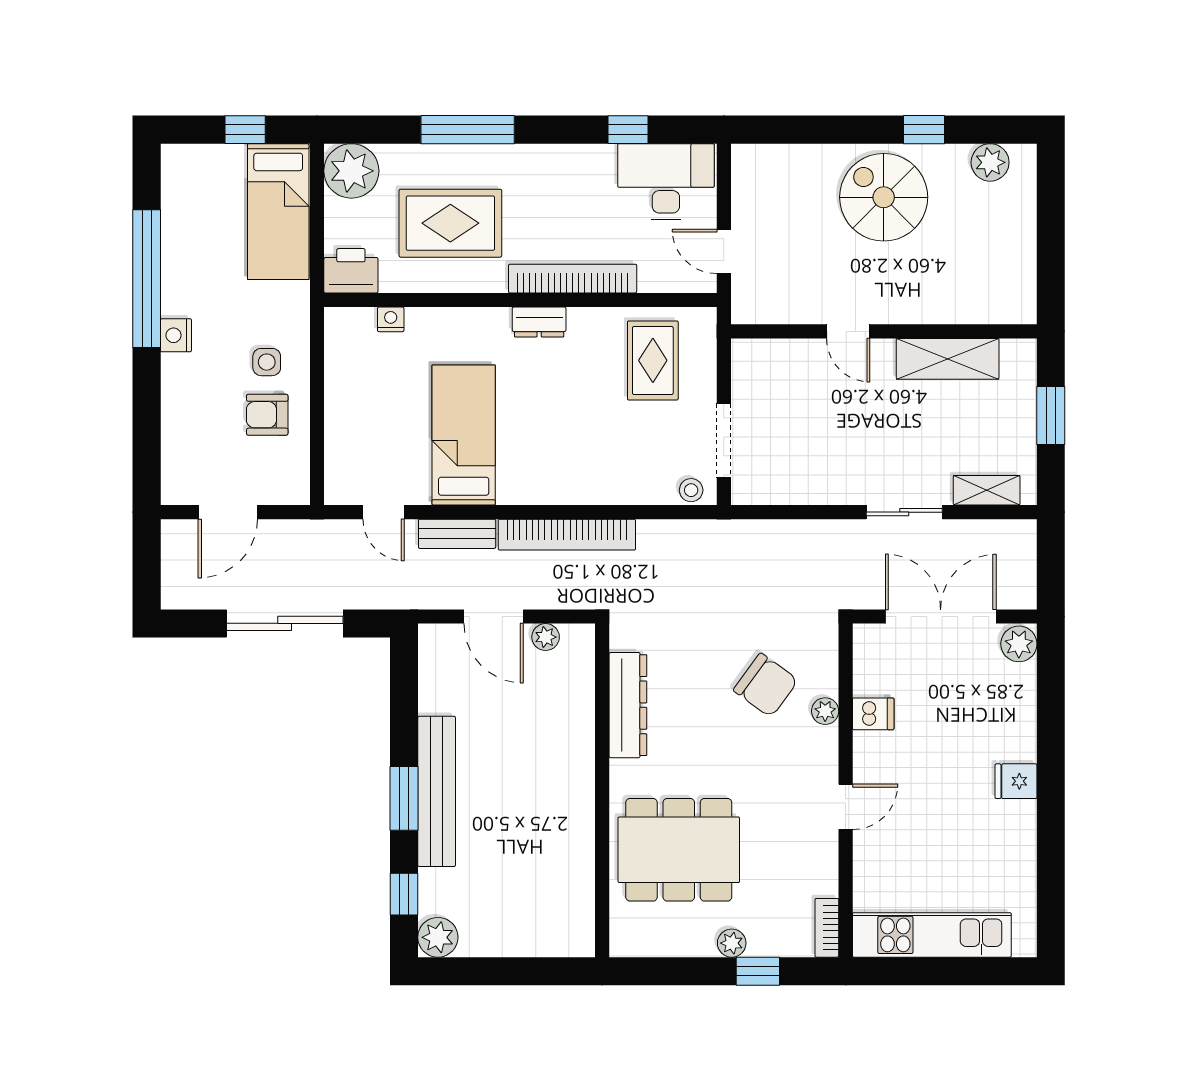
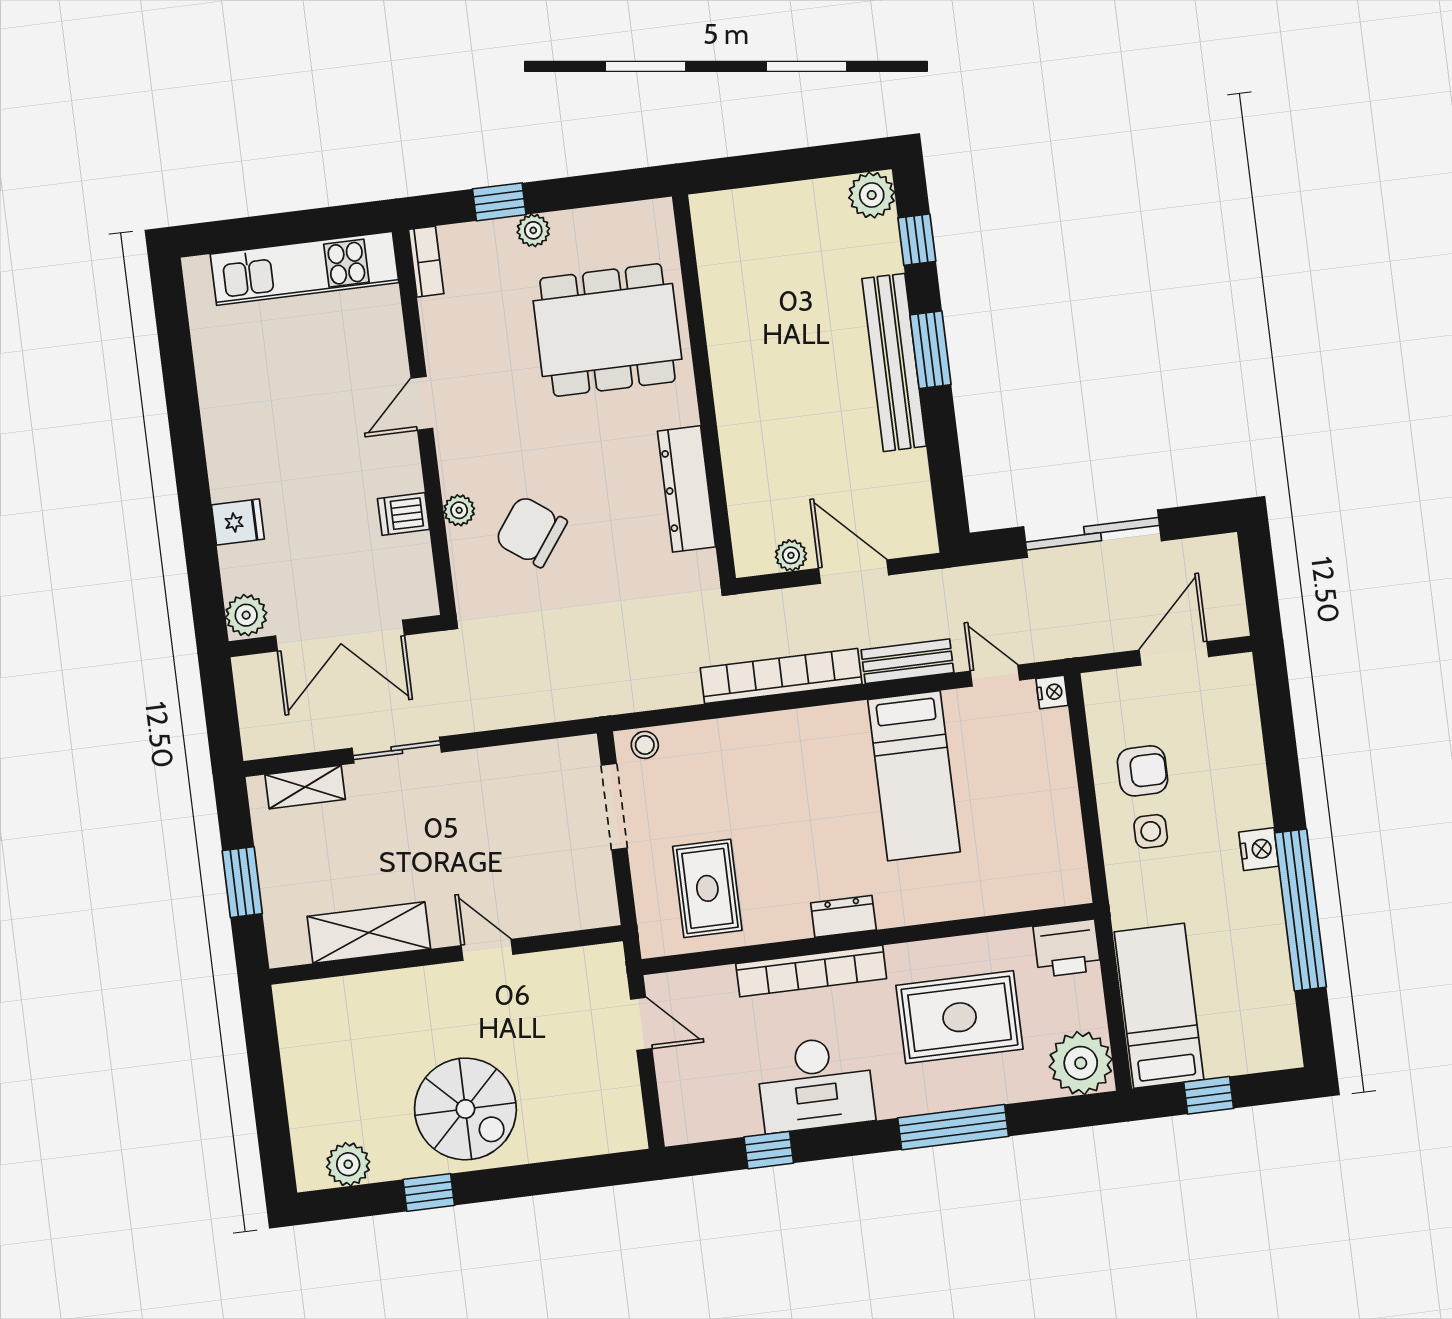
desk: (666, 181) -> (815, 1084), moved
nightstand: (391, 319) -> (1052, 692), moved, turned -90
fridge: (1016, 781) -> (238, 522), moved

